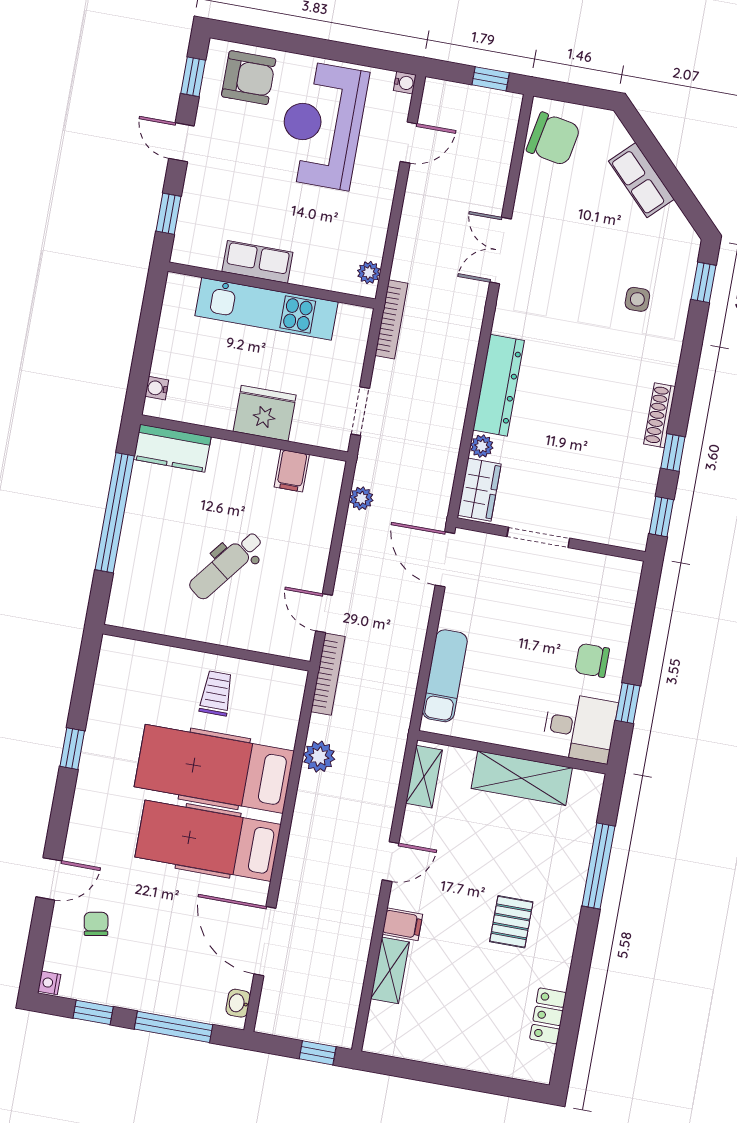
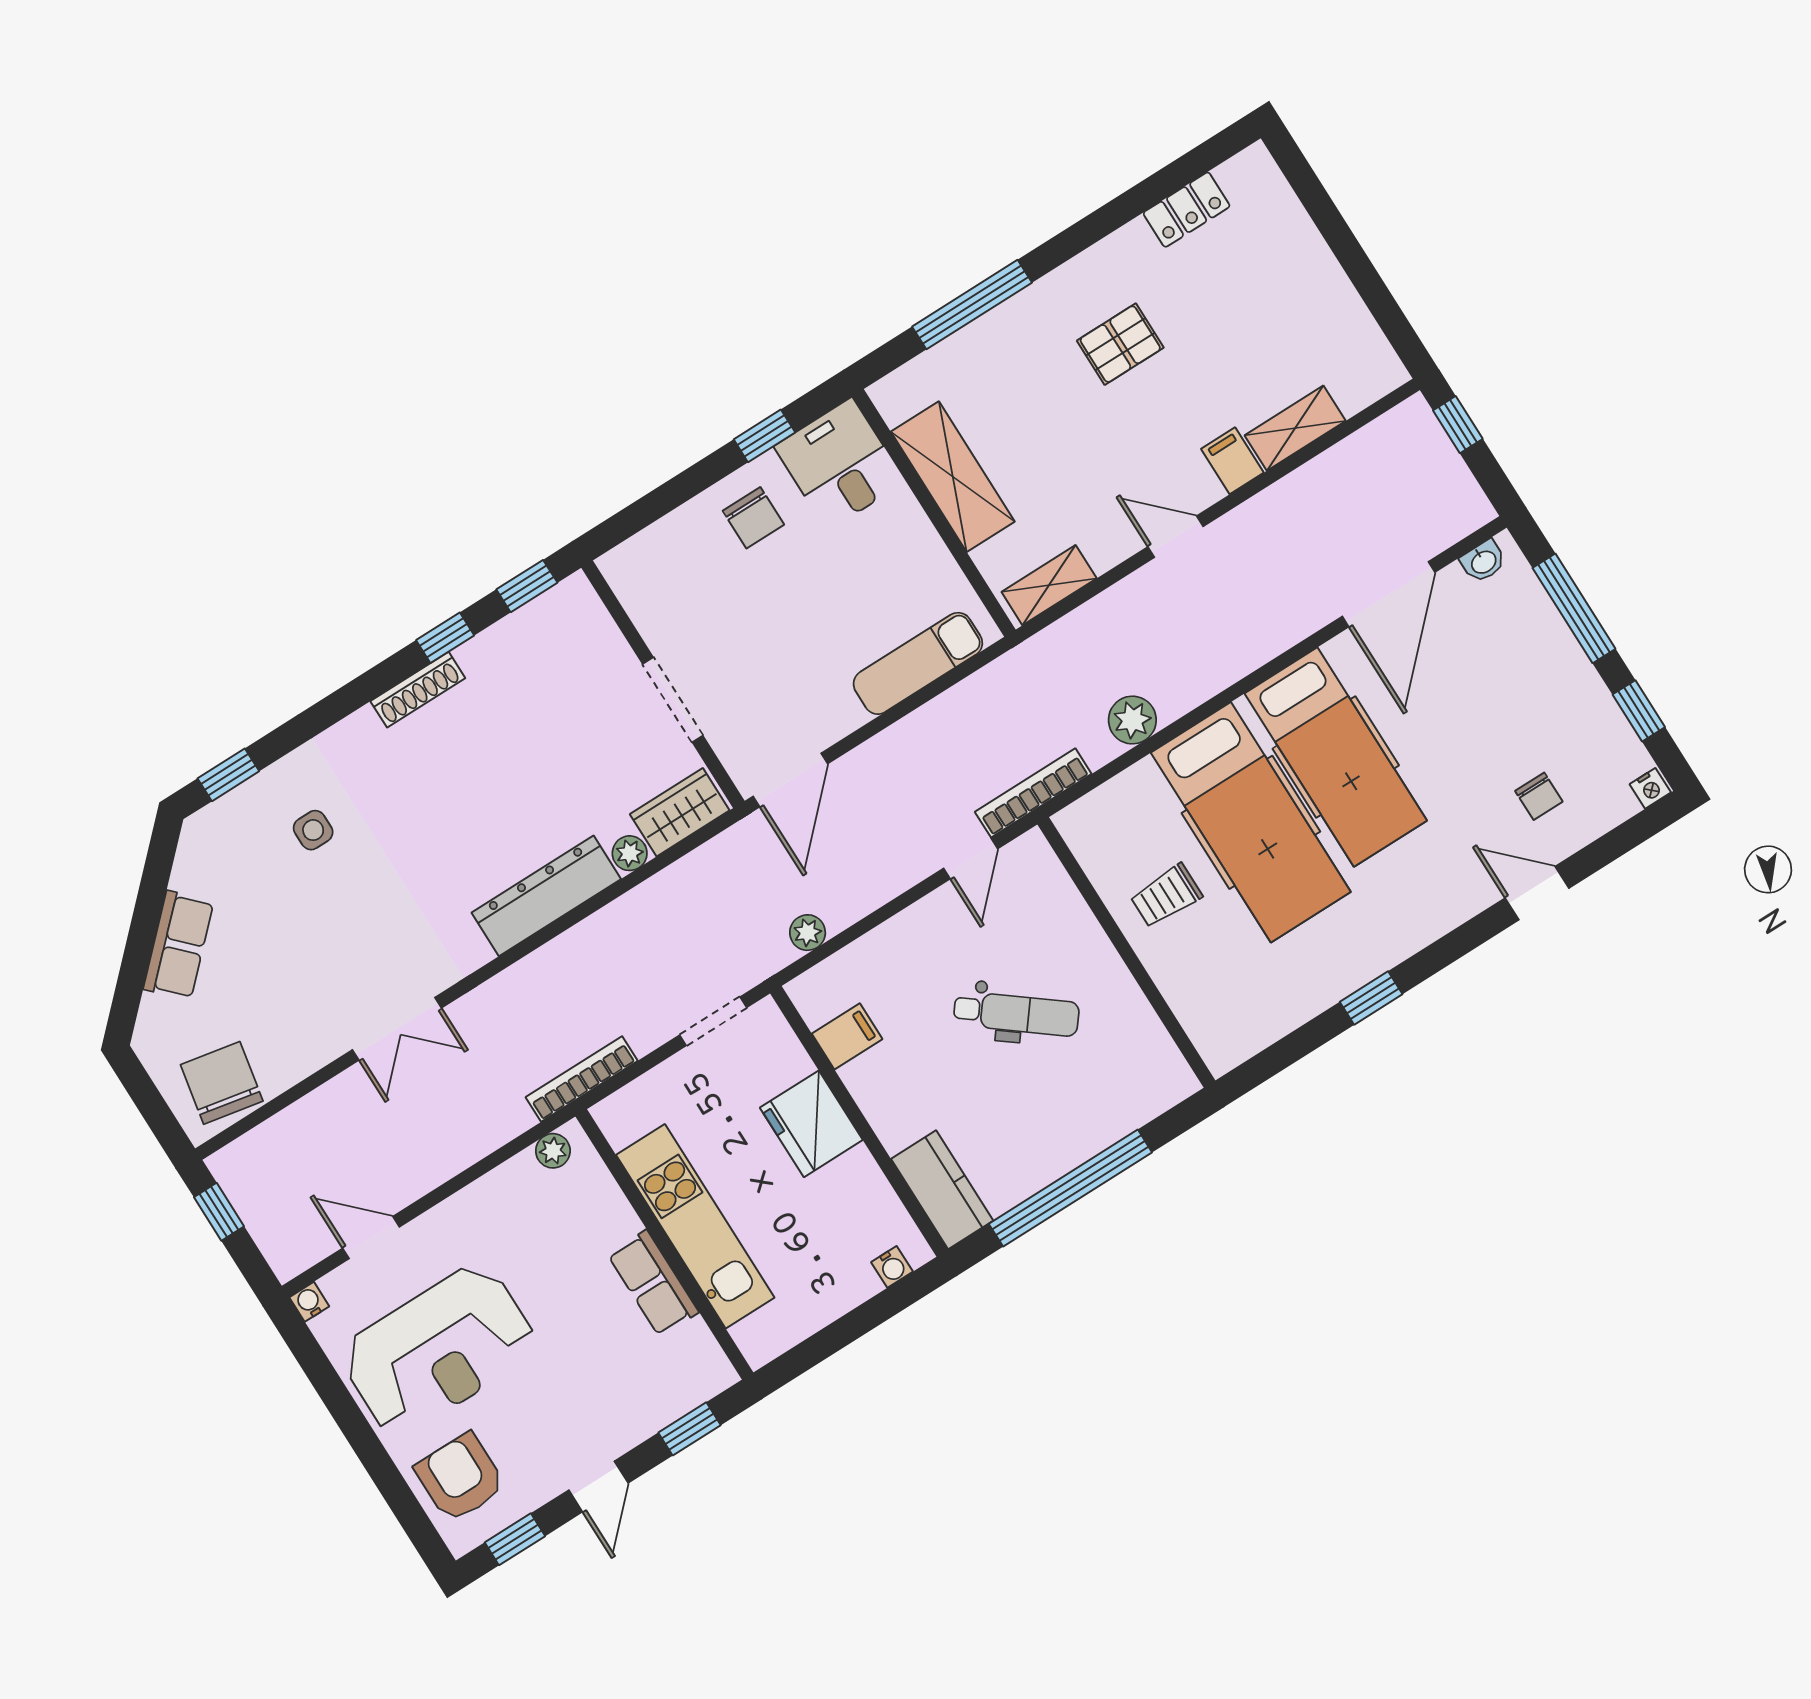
chair: (96, 924) -> (1539, 796), turned -80

